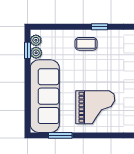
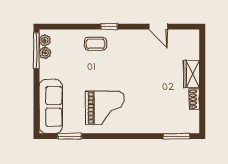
window: (27, 50) -> (36, 50), width x2.17
sofa: (45, 96) -> (51, 106), width x0.74, depth x0.79

